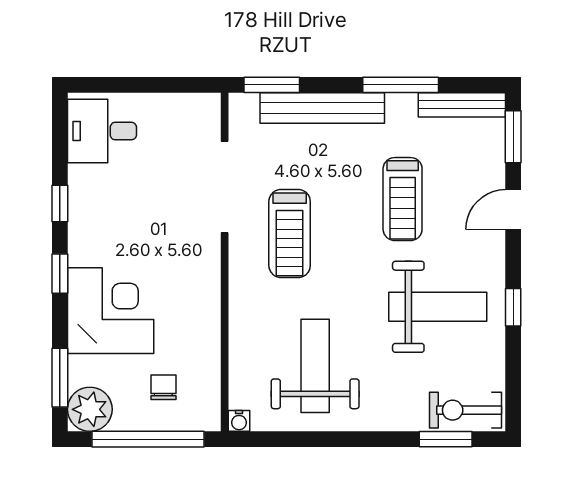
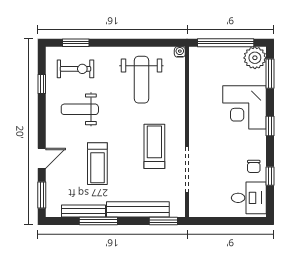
bench: (462, 105) -> (83, 211), moved
treadmill: (403, 199) -> (97, 164), turned 180
window: (60, 203) -> (270, 176), moved
weight bench: (438, 307) -> (80, 109), width x0.73, depth x0.75
window: (513, 307) -> (42, 84), moved
chair: (163, 387) -> (254, 166), moved
exercise bike: (466, 410) -> (75, 69), moved

